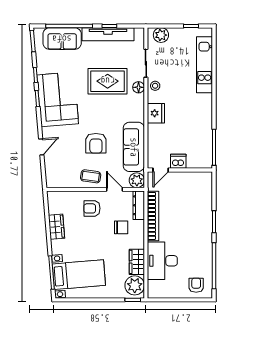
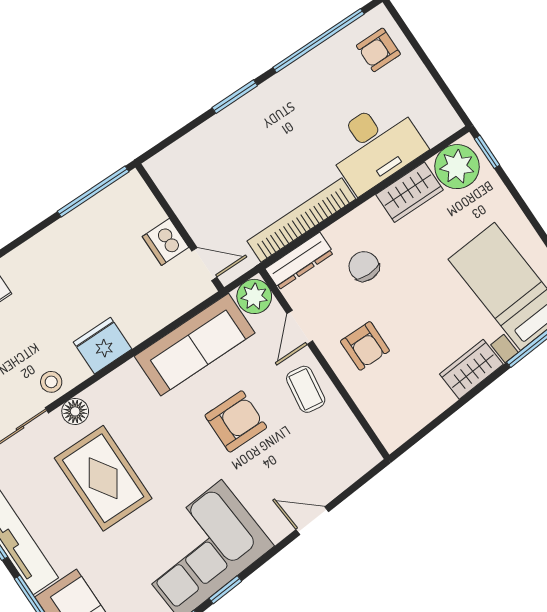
wardrobe: (56, 227) -> (471, 369), moved

